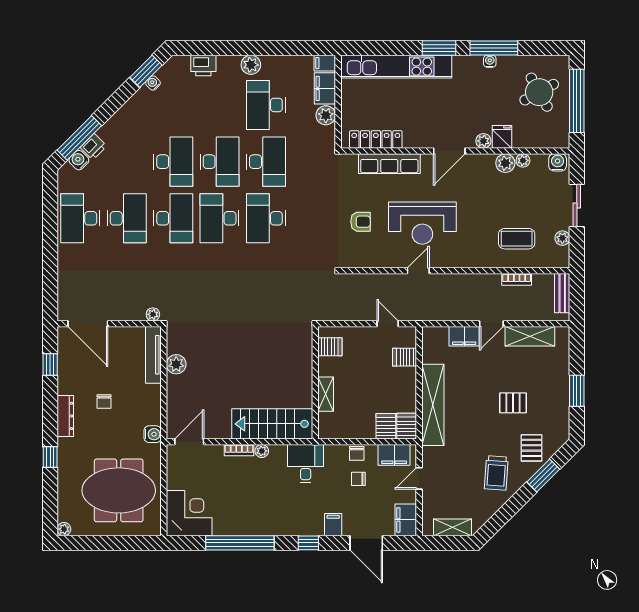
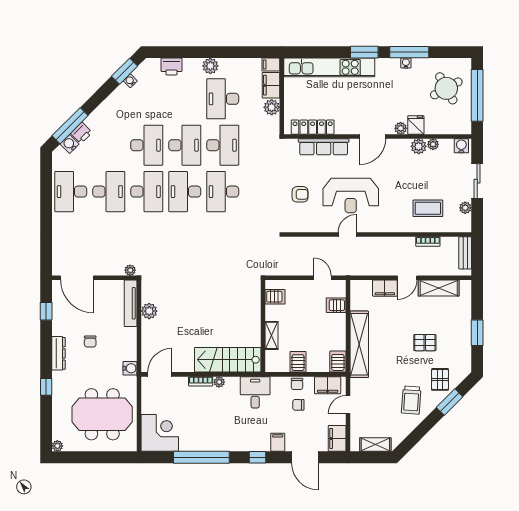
server rack: (386, 426) -> (298, 362), moved

